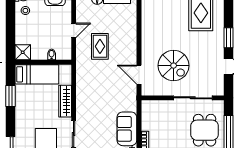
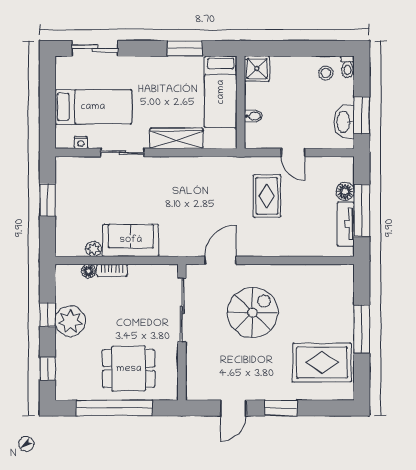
rug: (100, 46) -> (267, 196), turned 90
spiral stairs: (174, 66) -> (253, 313), moved, turned 180
sliding door: (193, 98) -> (182, 310), moved

